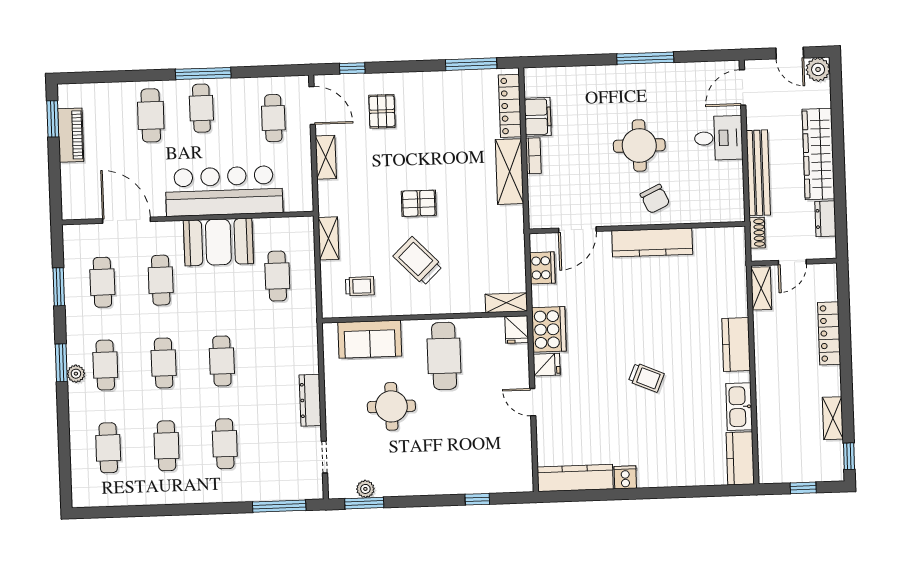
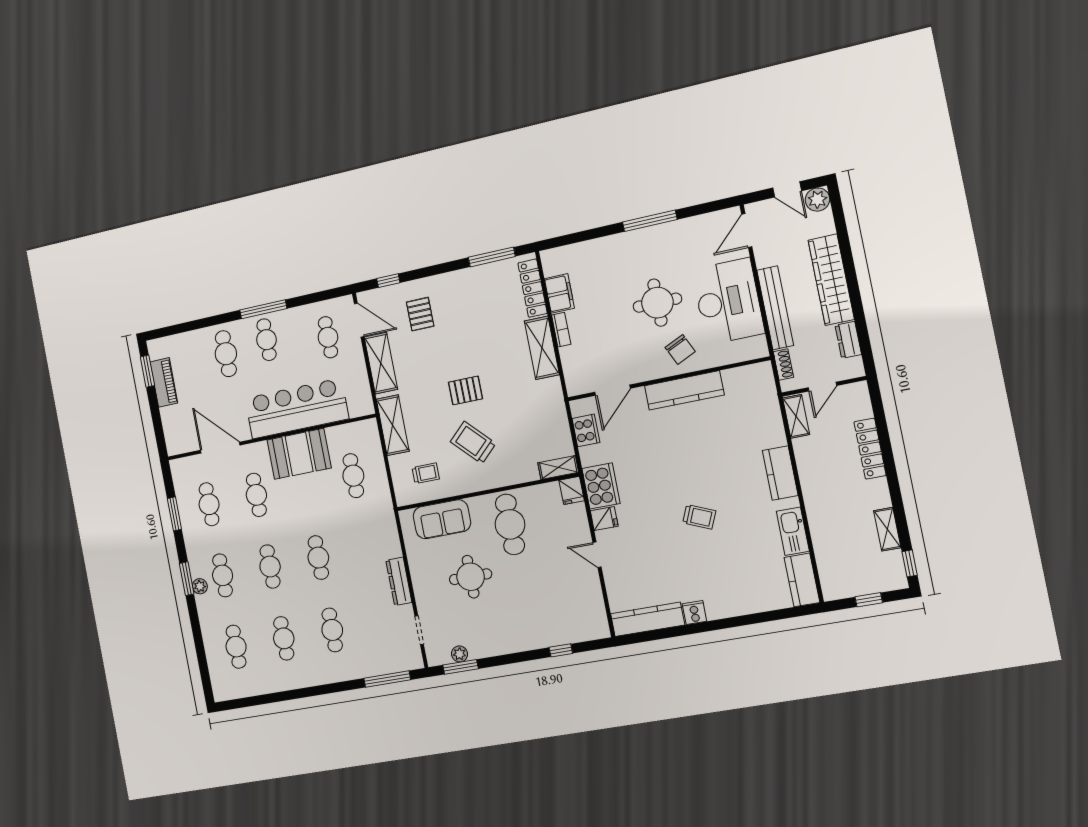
desk: (718, 138) -> (728, 301), width x1.87, depth x1.30
shelving: (326, 157) -> (381, 363), width x1.50, depth x1.33
shelving: (328, 238) -> (393, 425), width x1.50, depth x1.33

